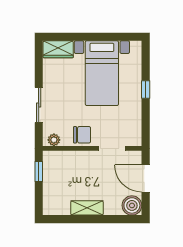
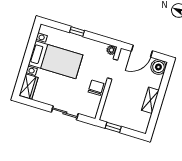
plant: (54, 140) -> (111, 50), moved

